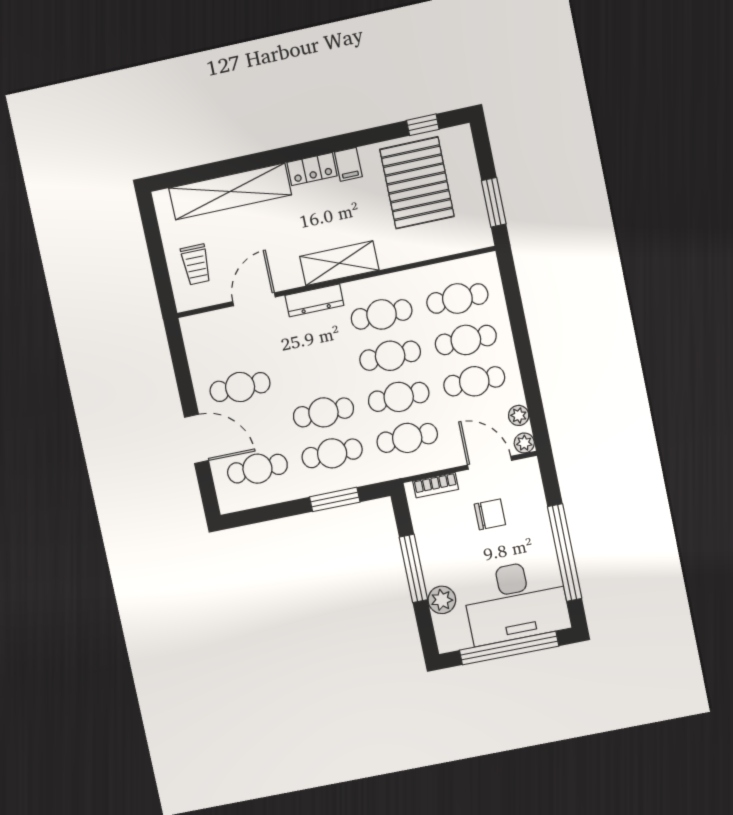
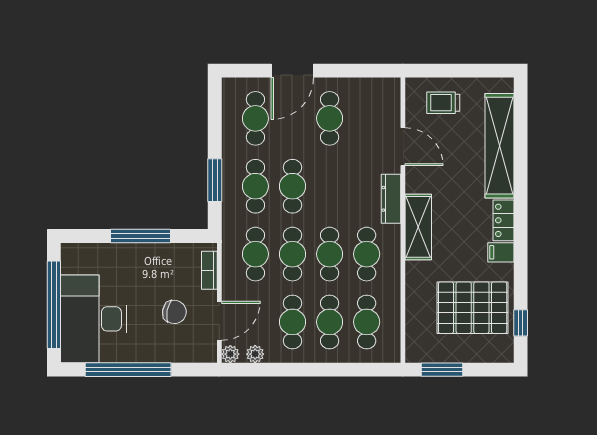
chair: (490, 514) -> (174, 312), turned -80
plant: (442, 600) -> (108, 255), removed

